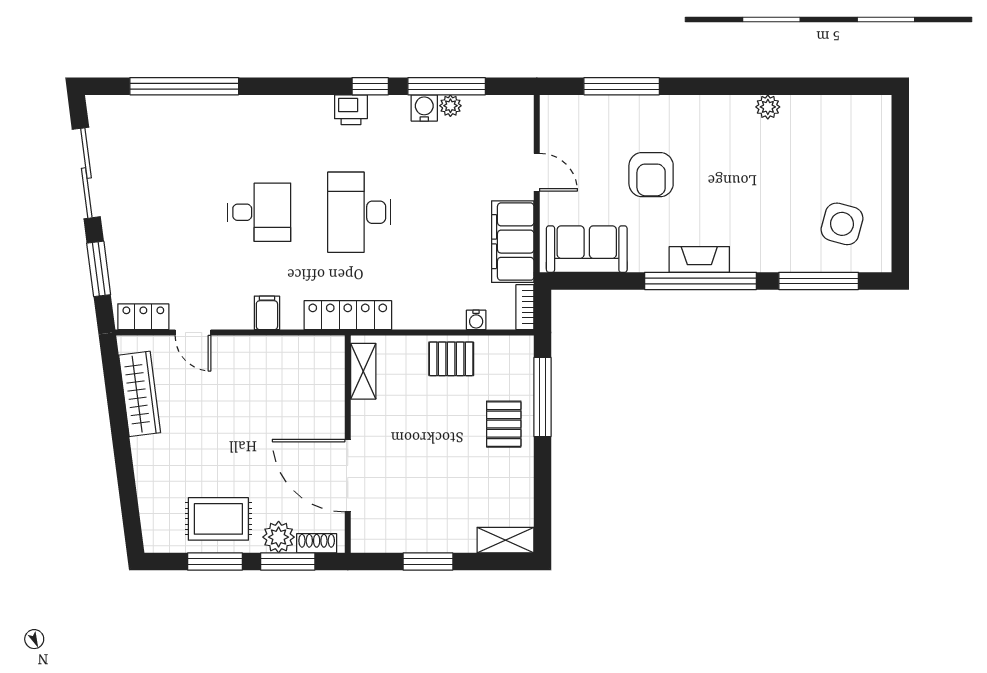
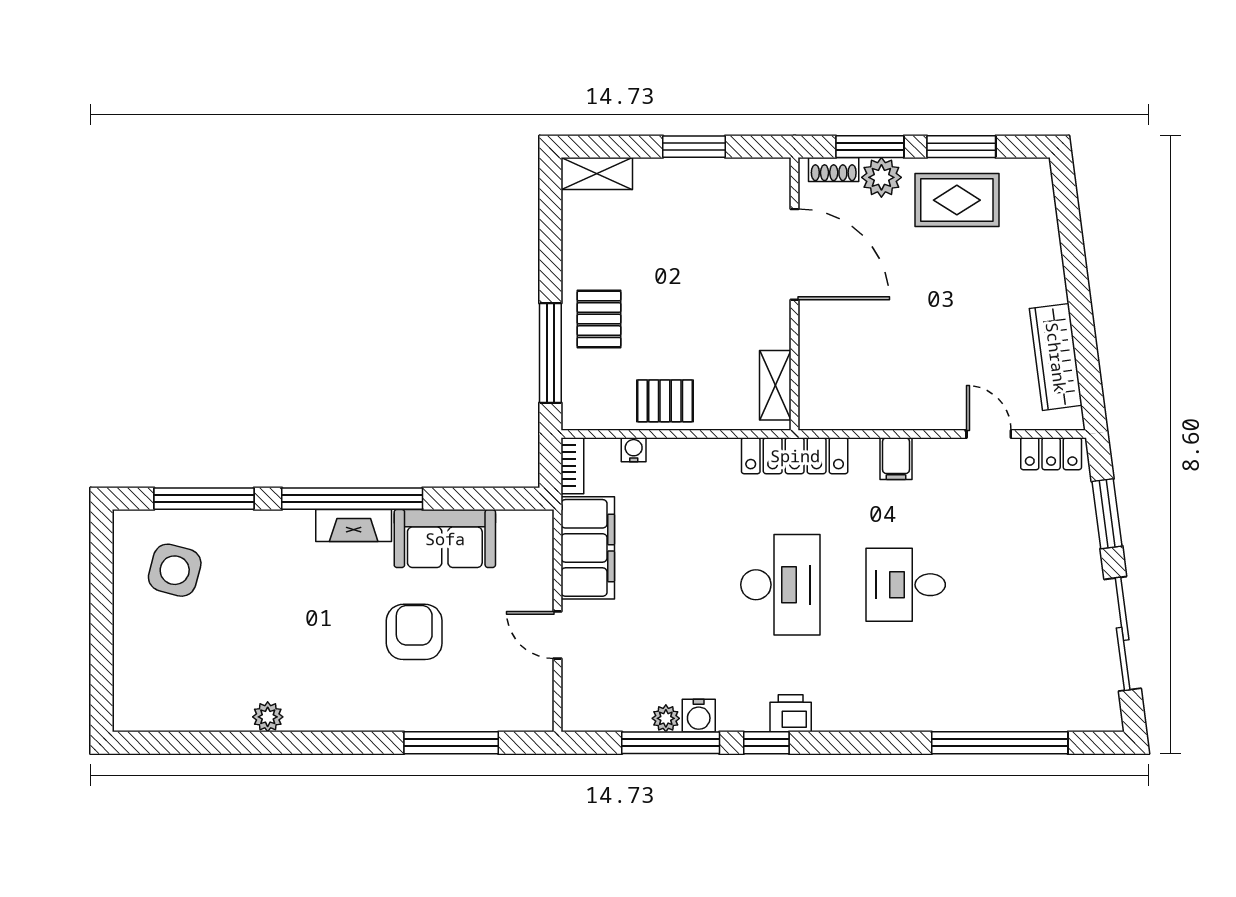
sofa: (587, 249) -> (445, 539), moved

